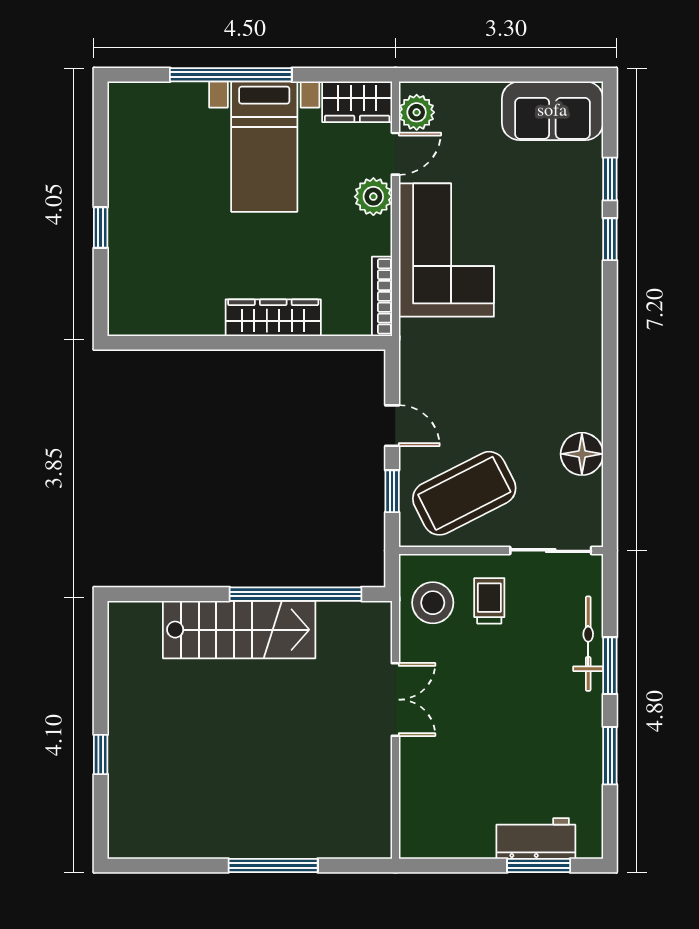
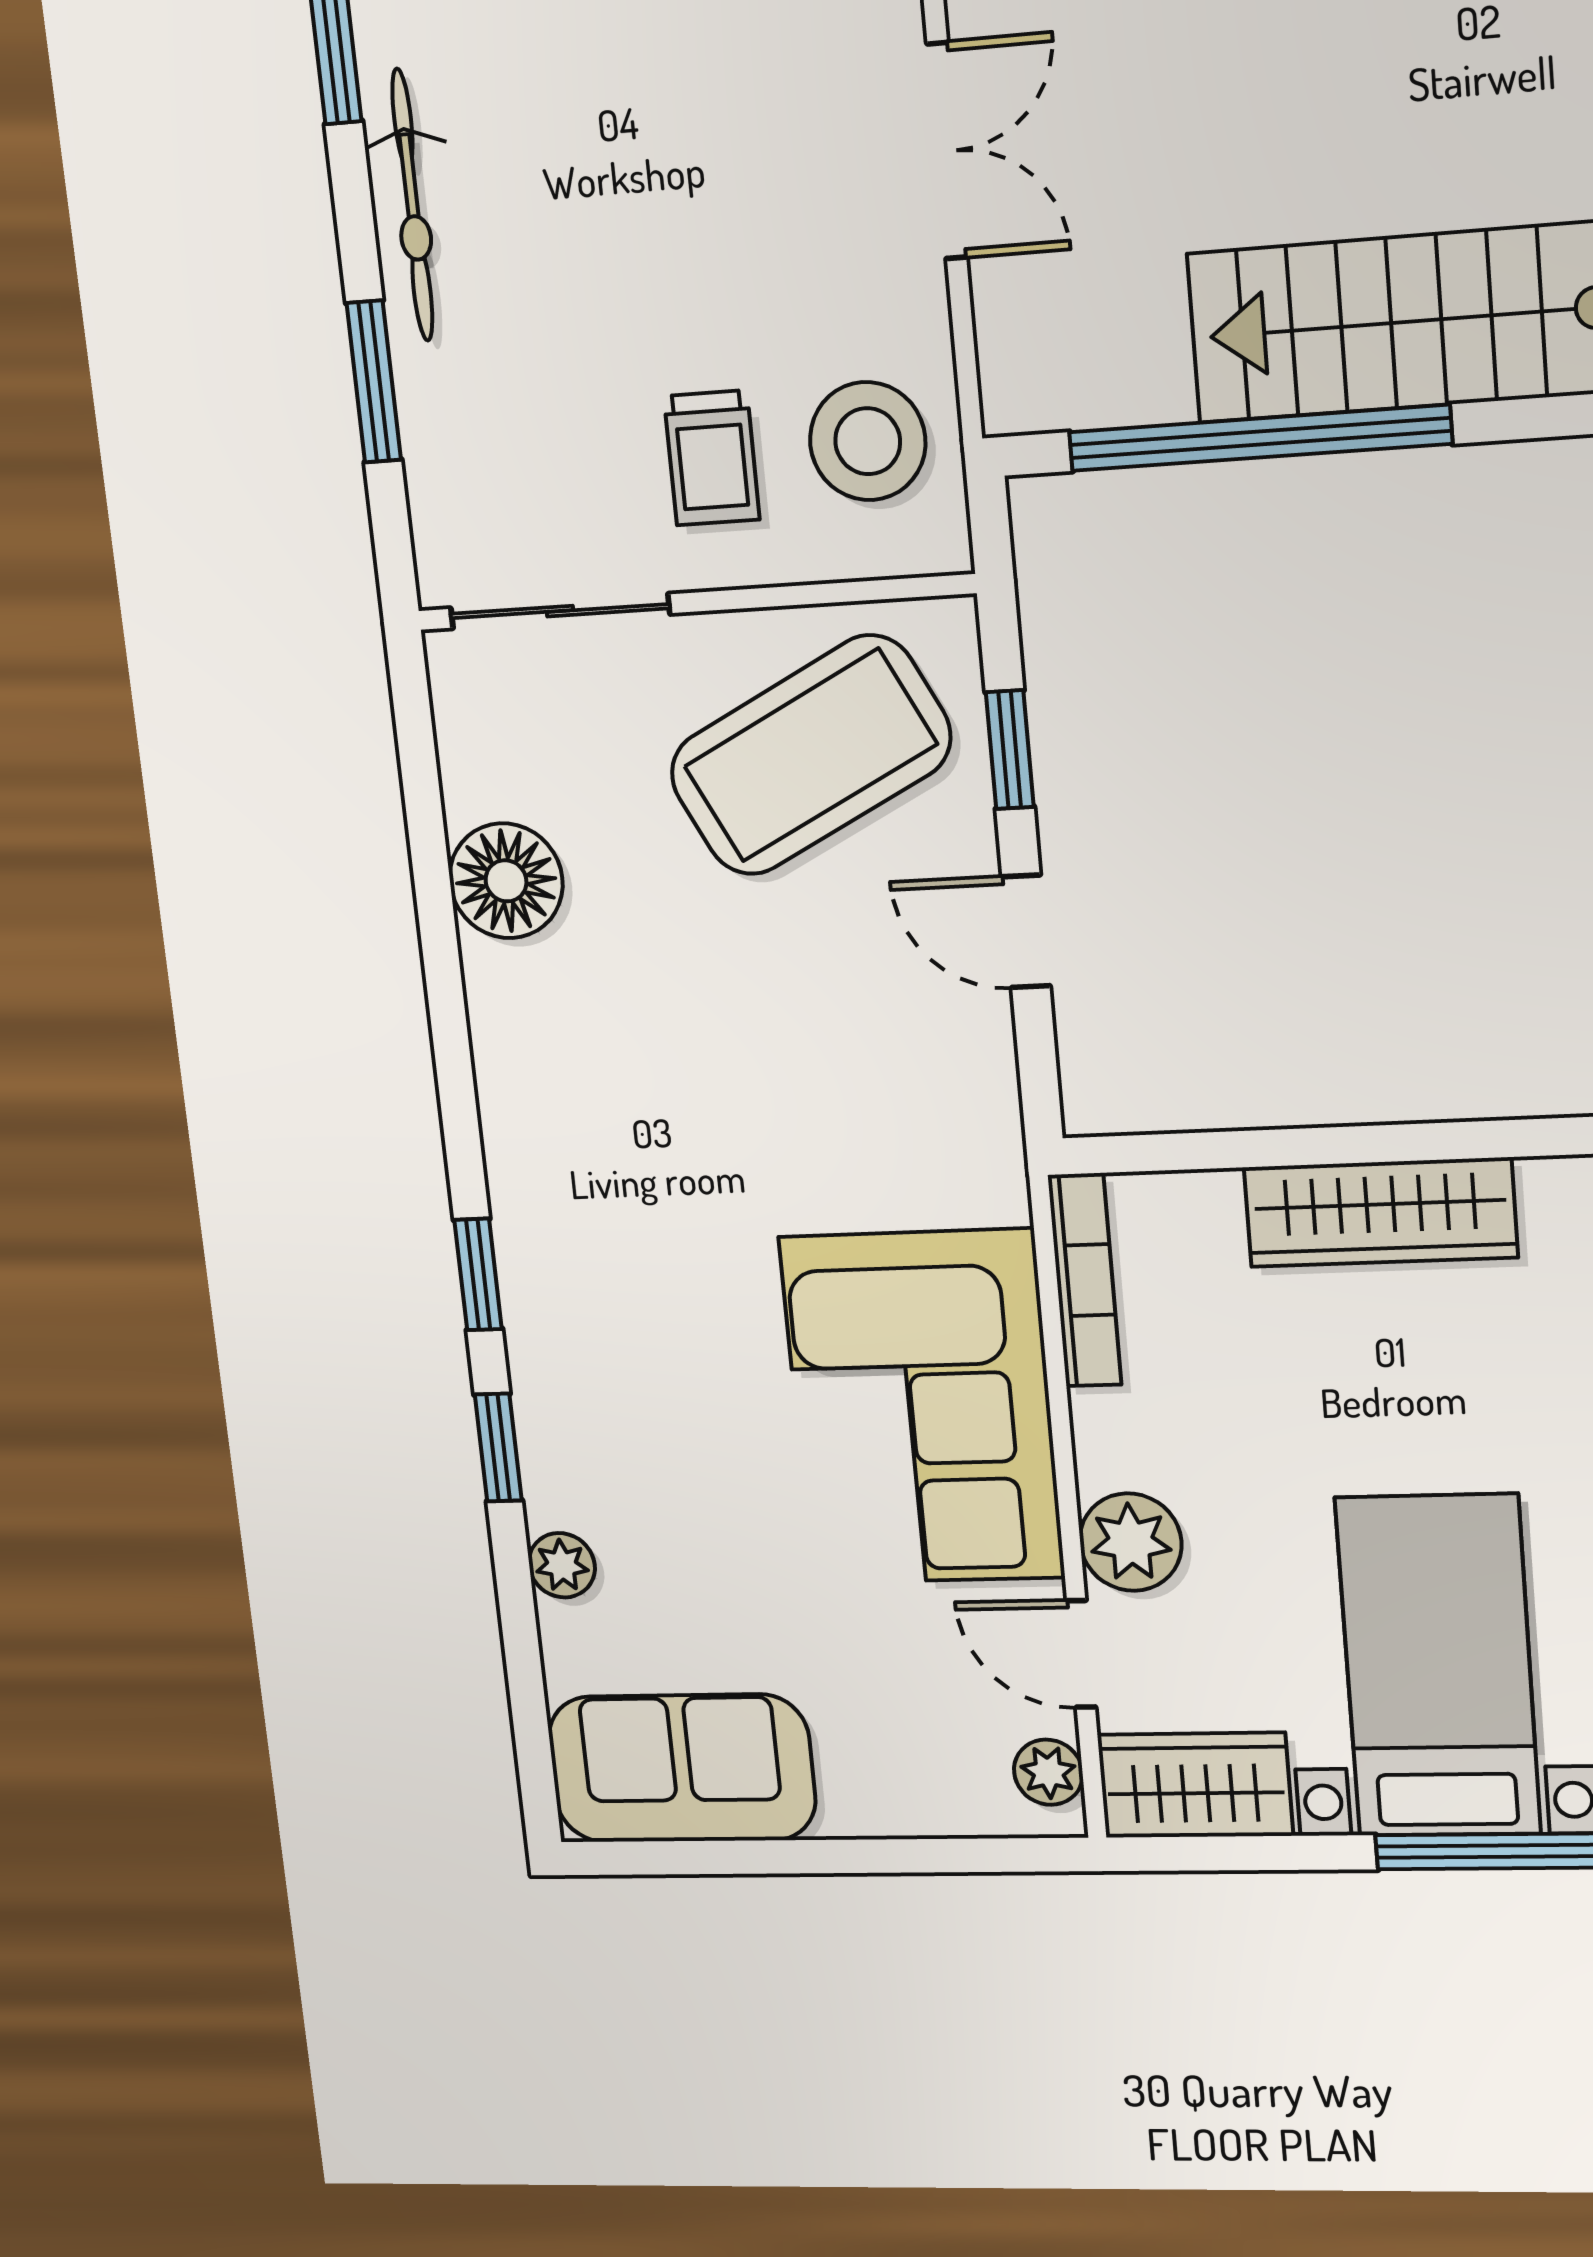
plant: (417, 112) -> (1048, 1772), width x0.73, depth x0.73
door: (395, 154) -> (1081, 1654), hinge flipped
window: (610, 179) -> (478, 1275), moved
plant: (590, 192) -> (562, 1565), added
bicycle: (588, 644) -> (412, 205), moved
window: (610, 666) -> (374, 382), moved
double door: (395, 700) -> (947, 151), swing flipped

